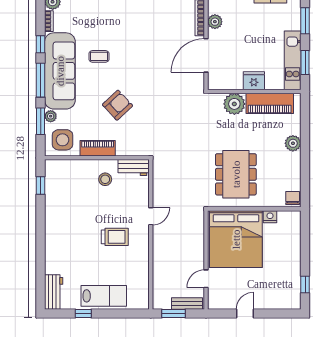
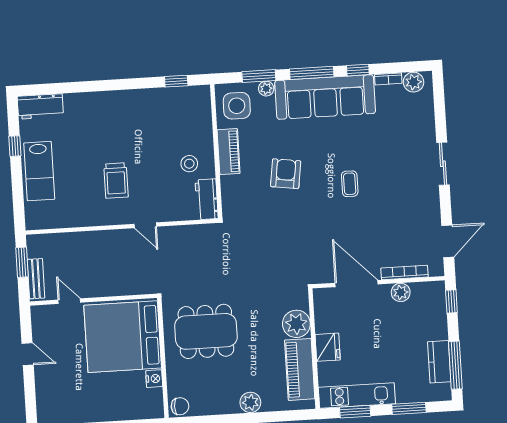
coffee table: (99, 56) -> (350, 184), moved
armchair: (117, 105) -> (286, 174), turned -129

